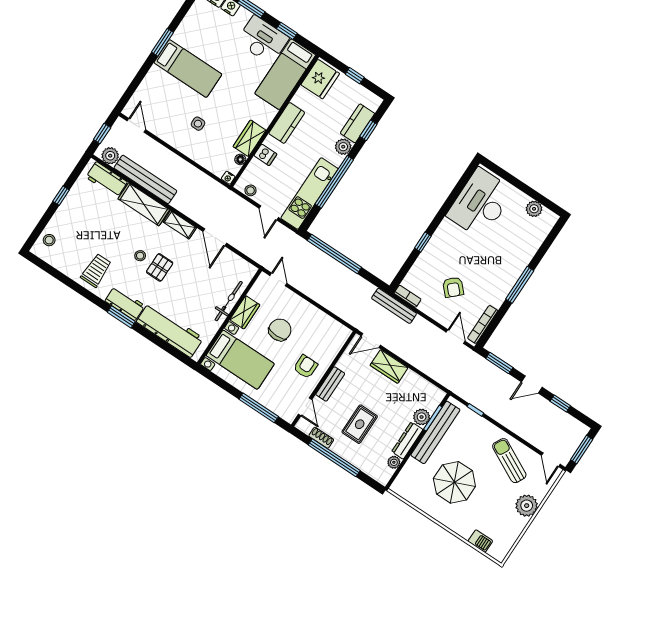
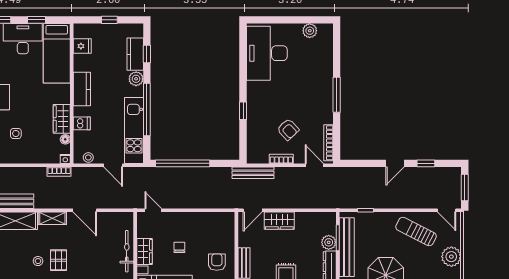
fridge: (320, 79) -> (82, 46), width x0.53, depth x0.75
bookcase: (215, 186) -> (59, 172), added
bookcase: (408, 296) -> (281, 159), moved
chair: (280, 330) -> (179, 247), width x0.54, depth x0.54
window: (499, 363) -> (360, 163), removed

